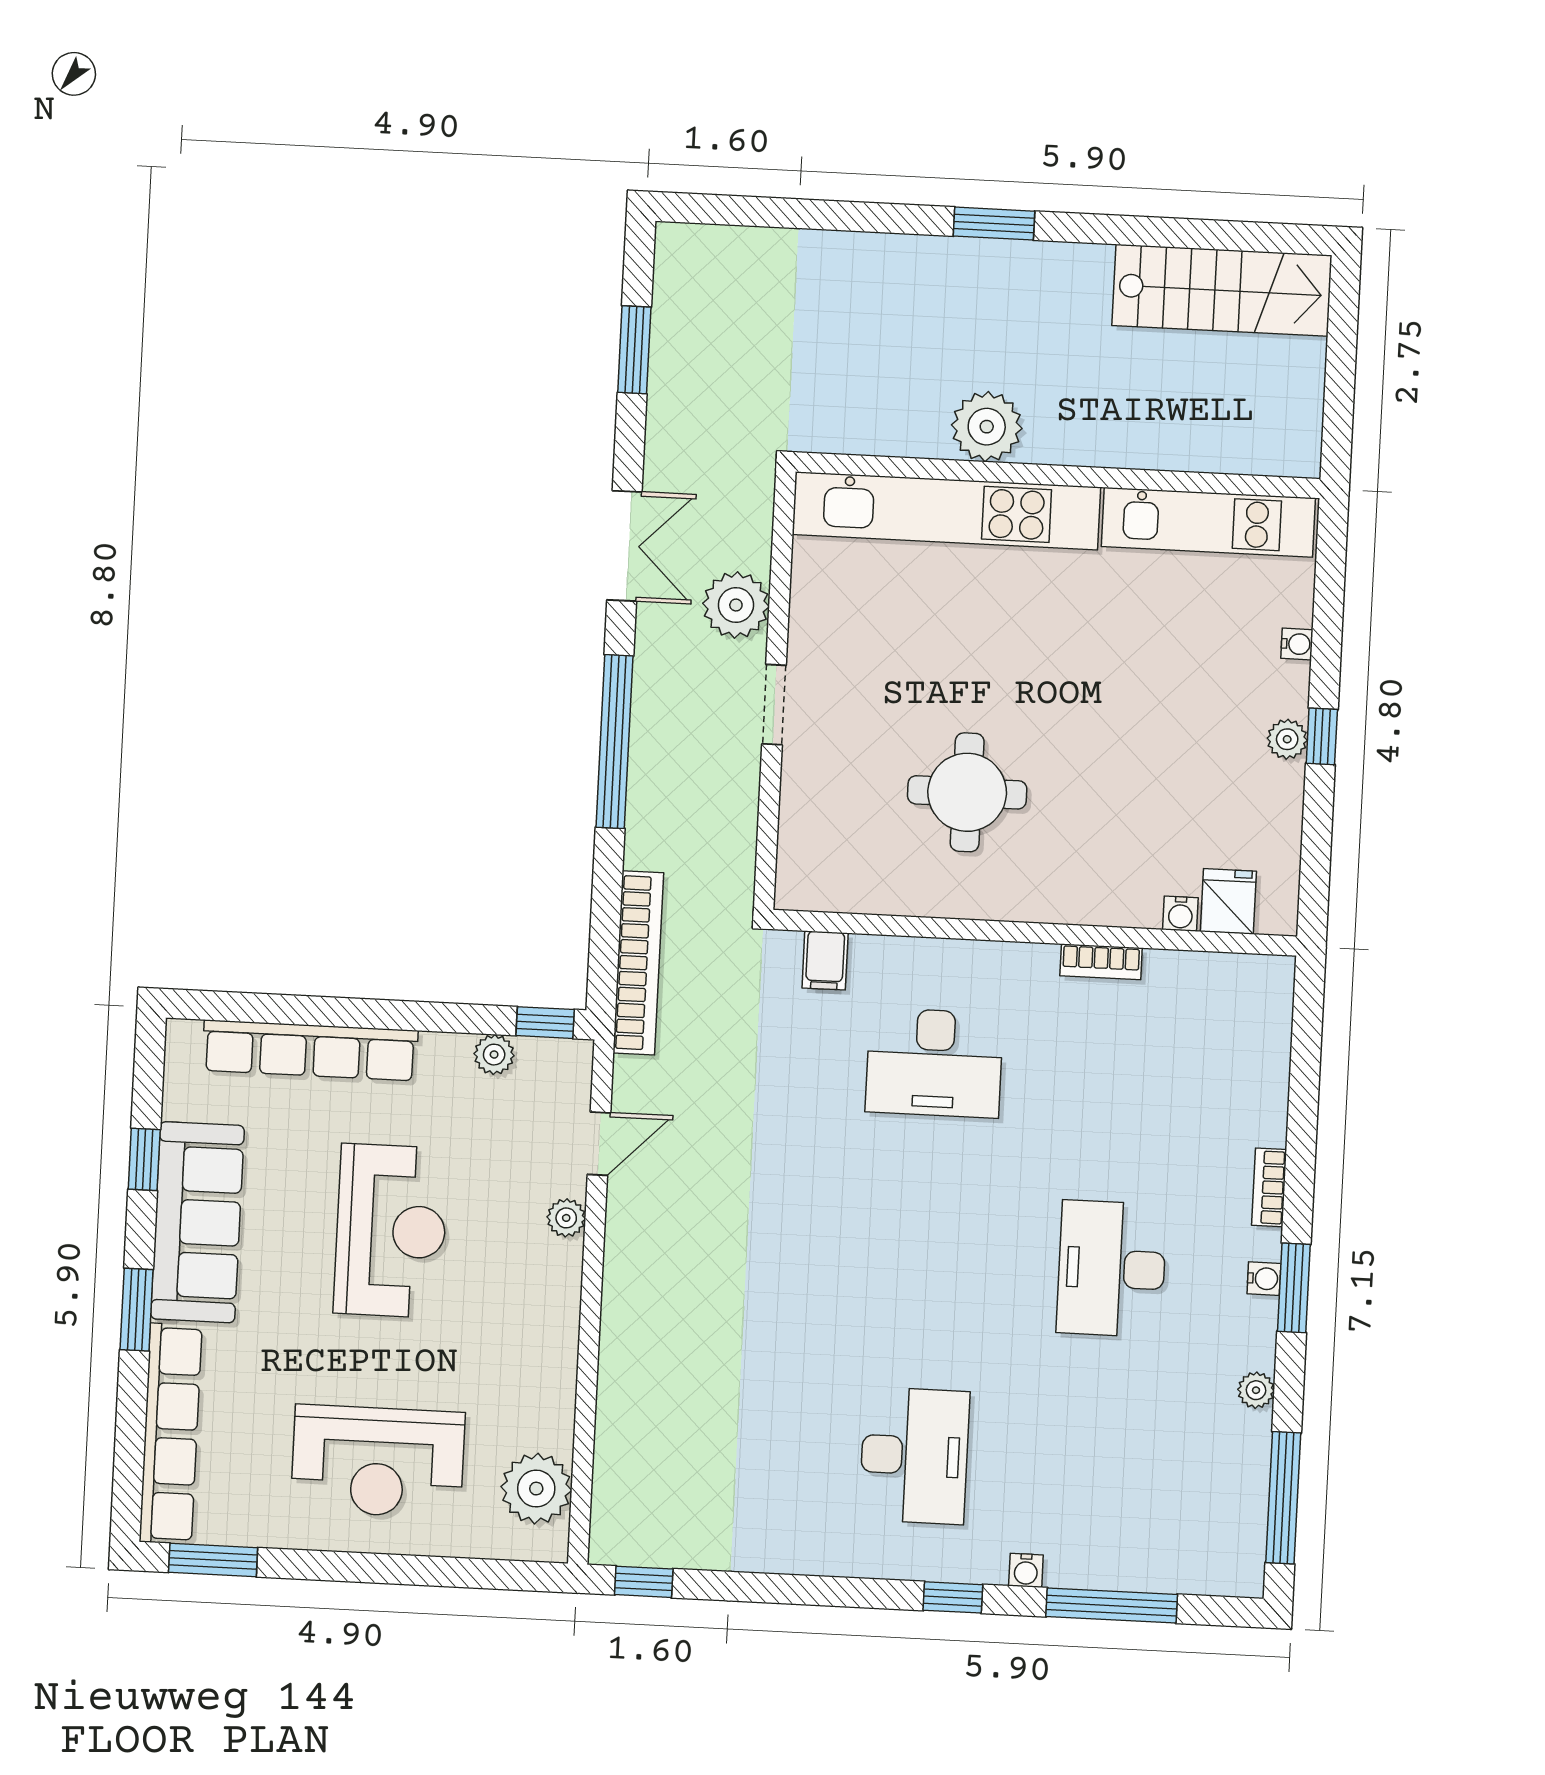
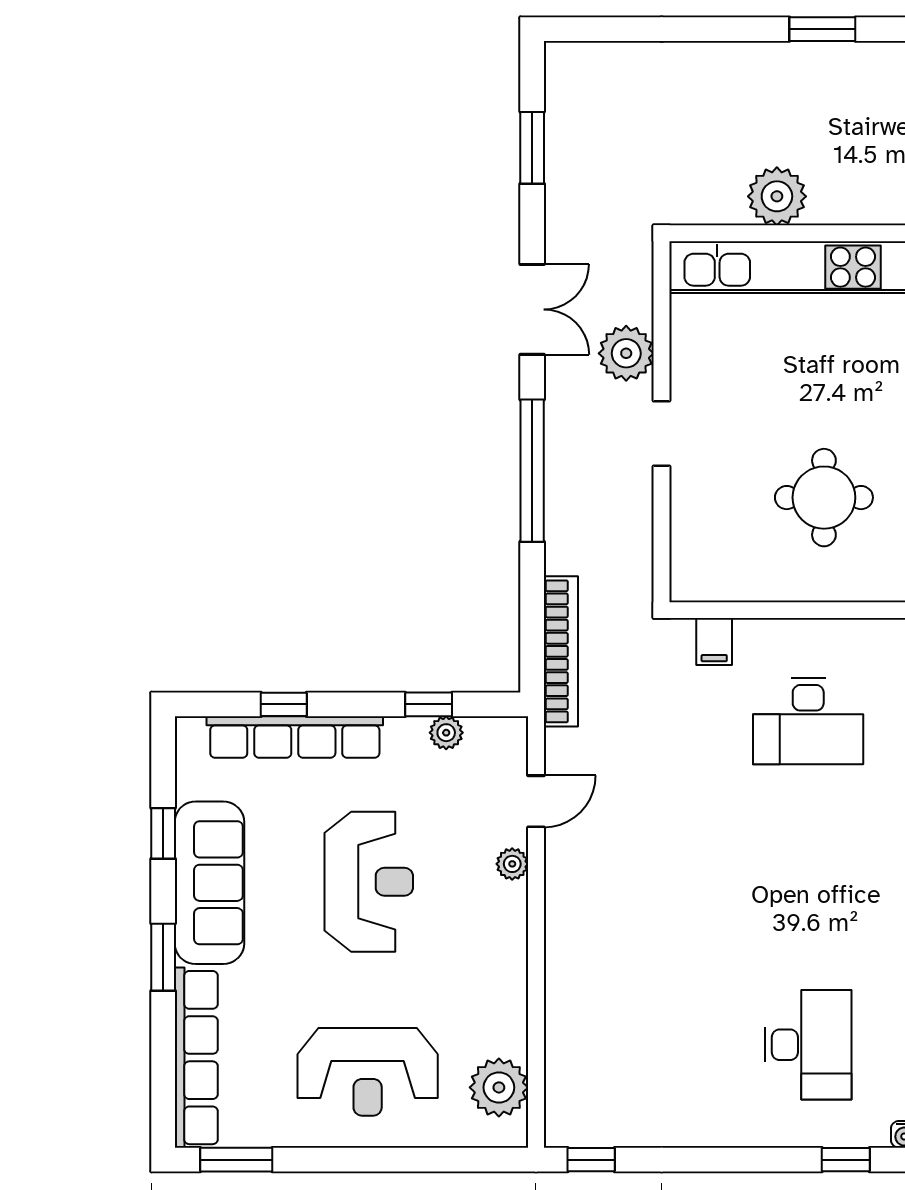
plant: (987, 427) -> (777, 196), moved
window: (299, 1010) -> (284, 704), added
window: (545, 1023) -> (429, 704), moved

